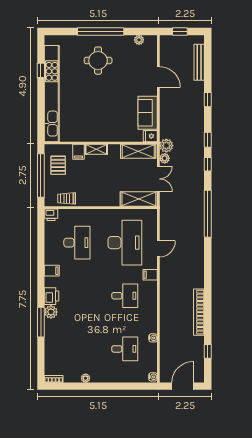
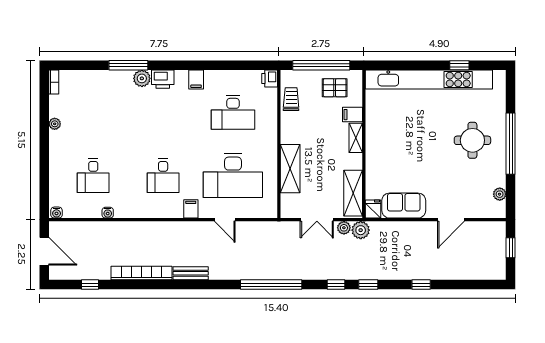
bench: (199, 62) -> (191, 273), moved, width x0.73
shelving: (139, 199) -> (290, 169), moved

